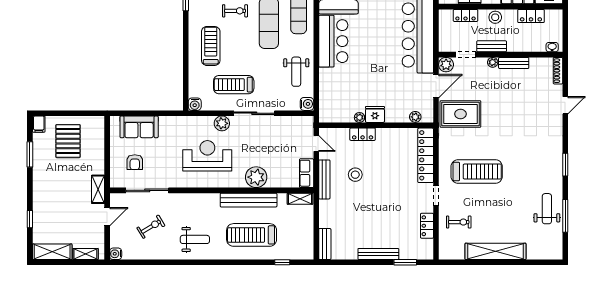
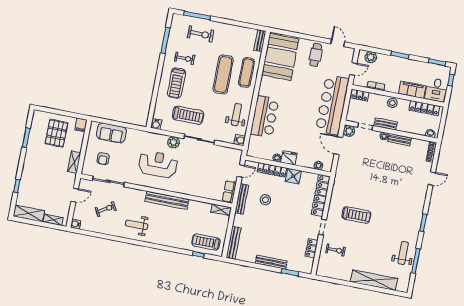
exercise bike: (235, 11) -> (185, 58), moved
locker: (465, 15) -> (360, 95), moved
locker: (531, 16) -> (424, 108), width x1.53
bar counter: (333, 41) -> (265, 117), moved
treadmill: (211, 46) -> (176, 83), turned 180
weight bench: (296, 72) -> (236, 115), turned 180
treadmill: (234, 85) -> (188, 115), turned 180
door: (436, 86) -> (338, 146), swing flipped
rug: (460, 114) -> (353, 170), removed
filing cabinet: (39, 124) -> (81, 125), moved
locker: (363, 134) -> (272, 170), width x1.53
shower: (385, 137) -> (293, 176), added
door: (316, 143) -> (241, 171), hinge flipped
treadmill: (477, 171) -> (356, 215), width x0.73, depth x0.73
plant: (256, 177) -> (191, 187), removed
shelving: (98, 189) -> (74, 162), moved
bench: (249, 200) -> (167, 200), moved
treadmill: (252, 235) -> (206, 242), moved, width x0.73, depth x0.73
weight bench: (195, 239) -> (137, 225), turned 180
bench: (325, 244) -> (234, 243), width x1.36
shelving: (495, 251) -> (374, 280), moved

